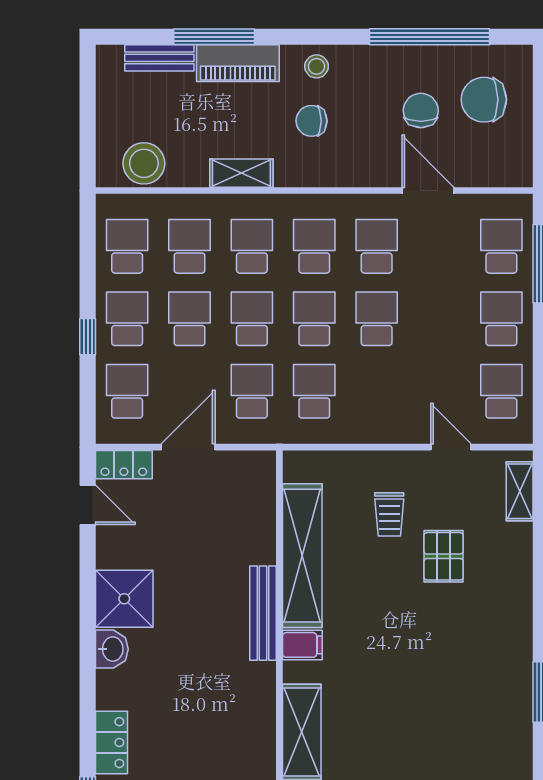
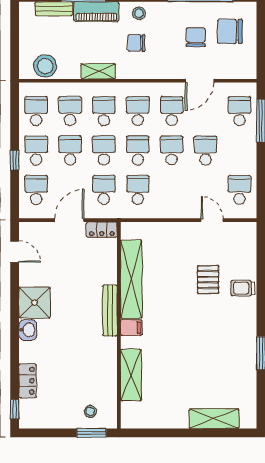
door: (428, 190) -> (200, 81), swing flipped
school desk: (501, 319) -> (206, 150), moved
locker: (124, 465) -> (102, 230), moved
shelving: (520, 491) -> (249, 244), removed
trolley: (389, 514) -> (243, 288), moved, turned 90

